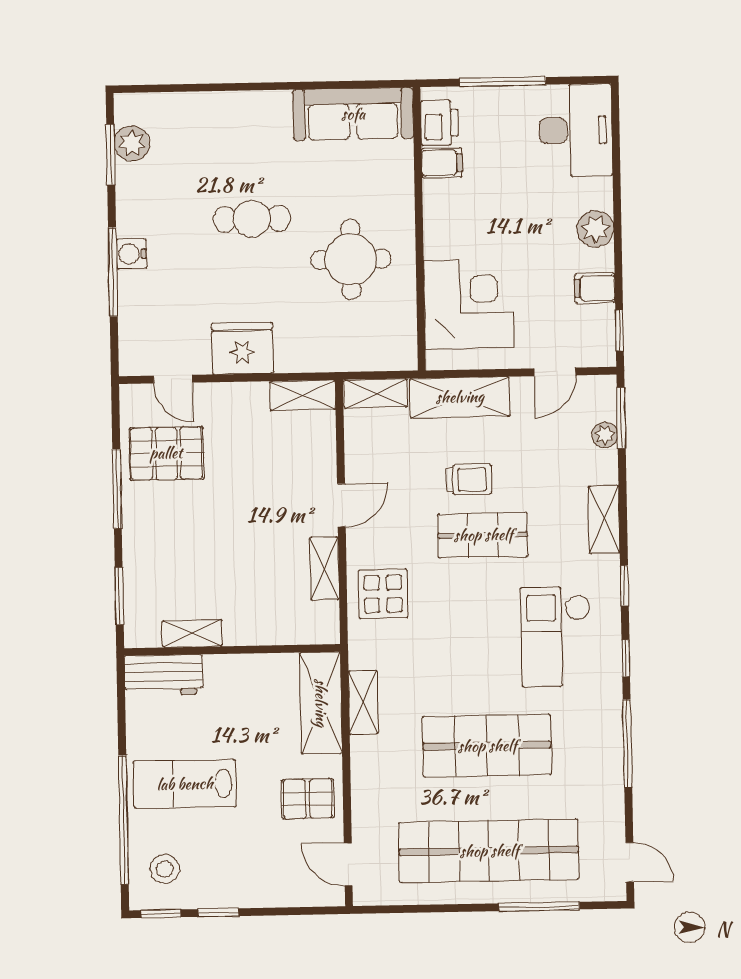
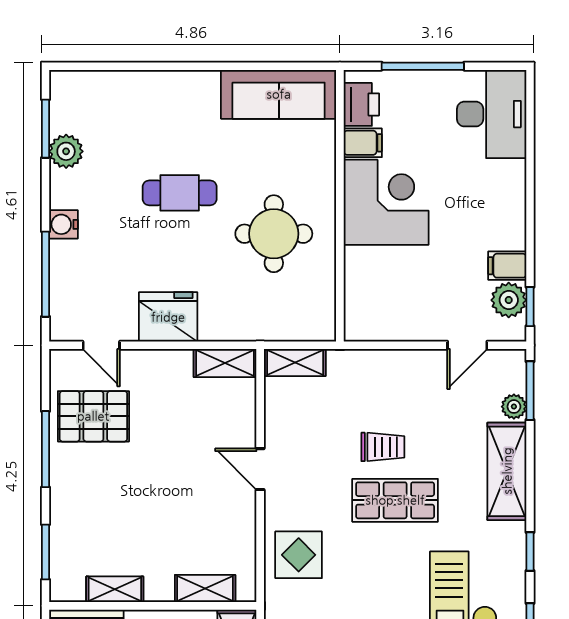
plant: (132, 144) -> (66, 151), moved
plant: (595, 229) -> (509, 300), moved
window: (113, 272) -> (46, 274), moved
corner desk: (469, 304) -> (386, 202), moved
shelving: (460, 397) -> (376, 368), removed
door: (341, 505) -> (260, 469), swing flipped
shelving: (604, 519) -> (507, 471), width x1.50, depth x1.33
shelving: (325, 569) -> (205, 589), moved, turned 90

